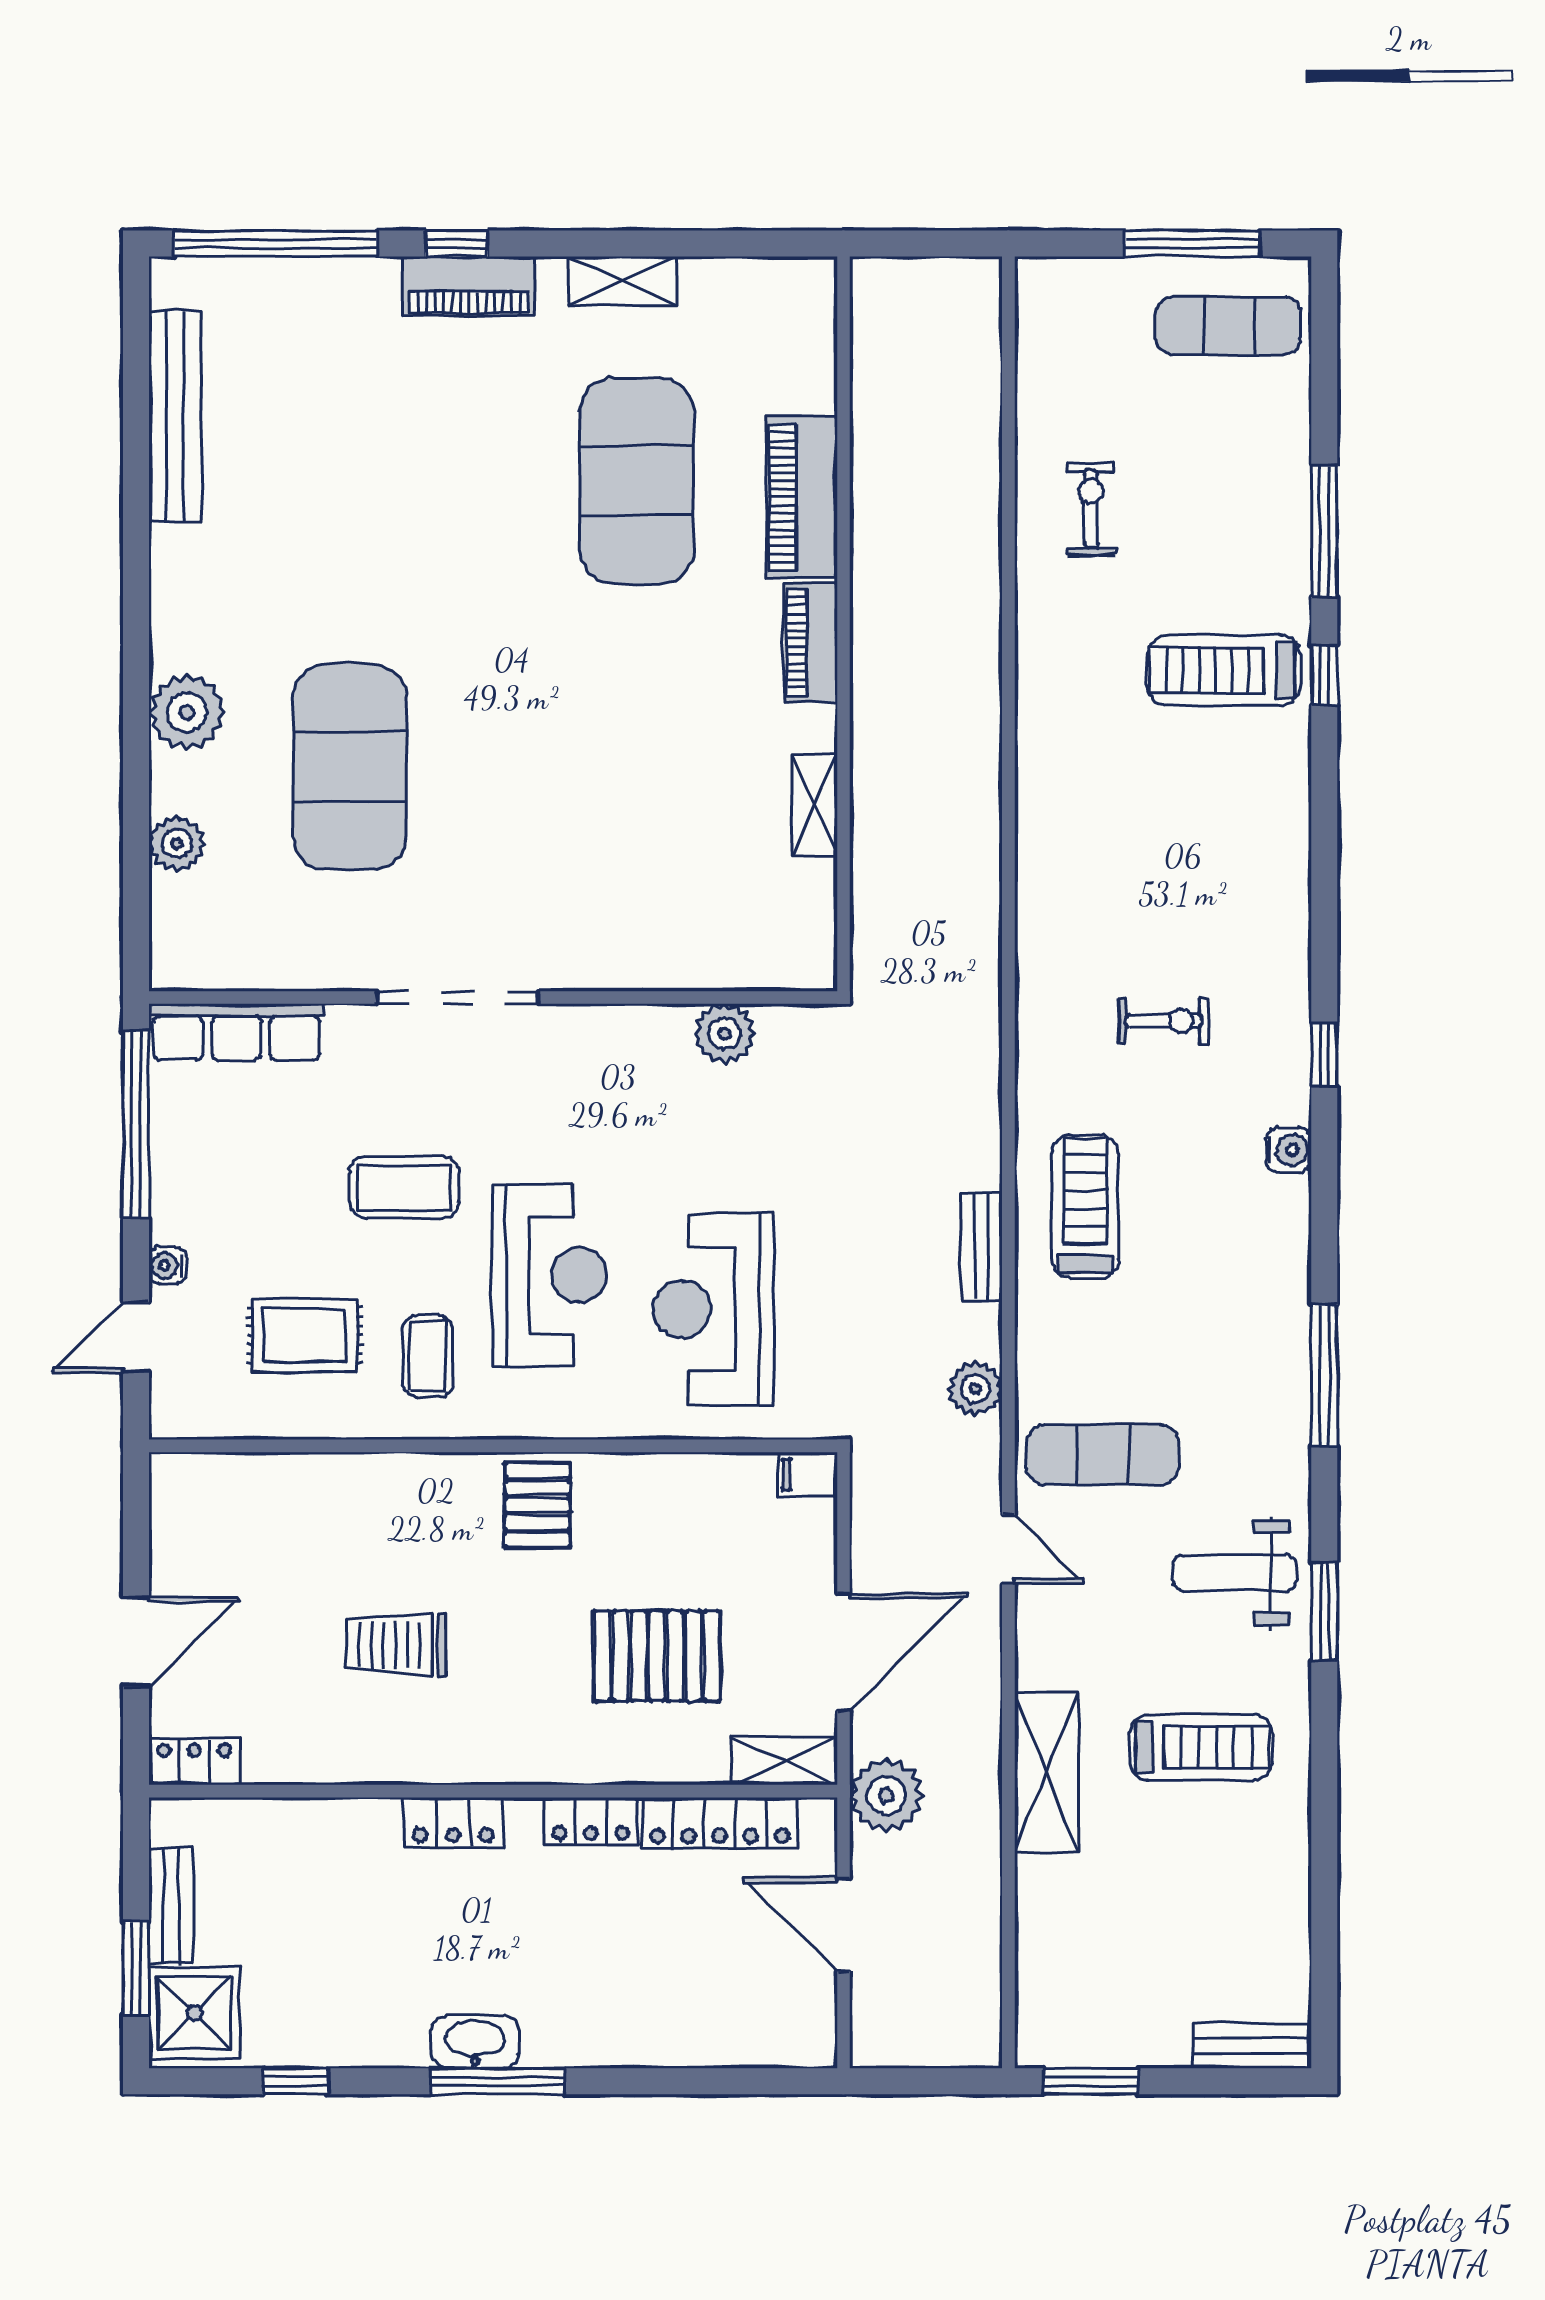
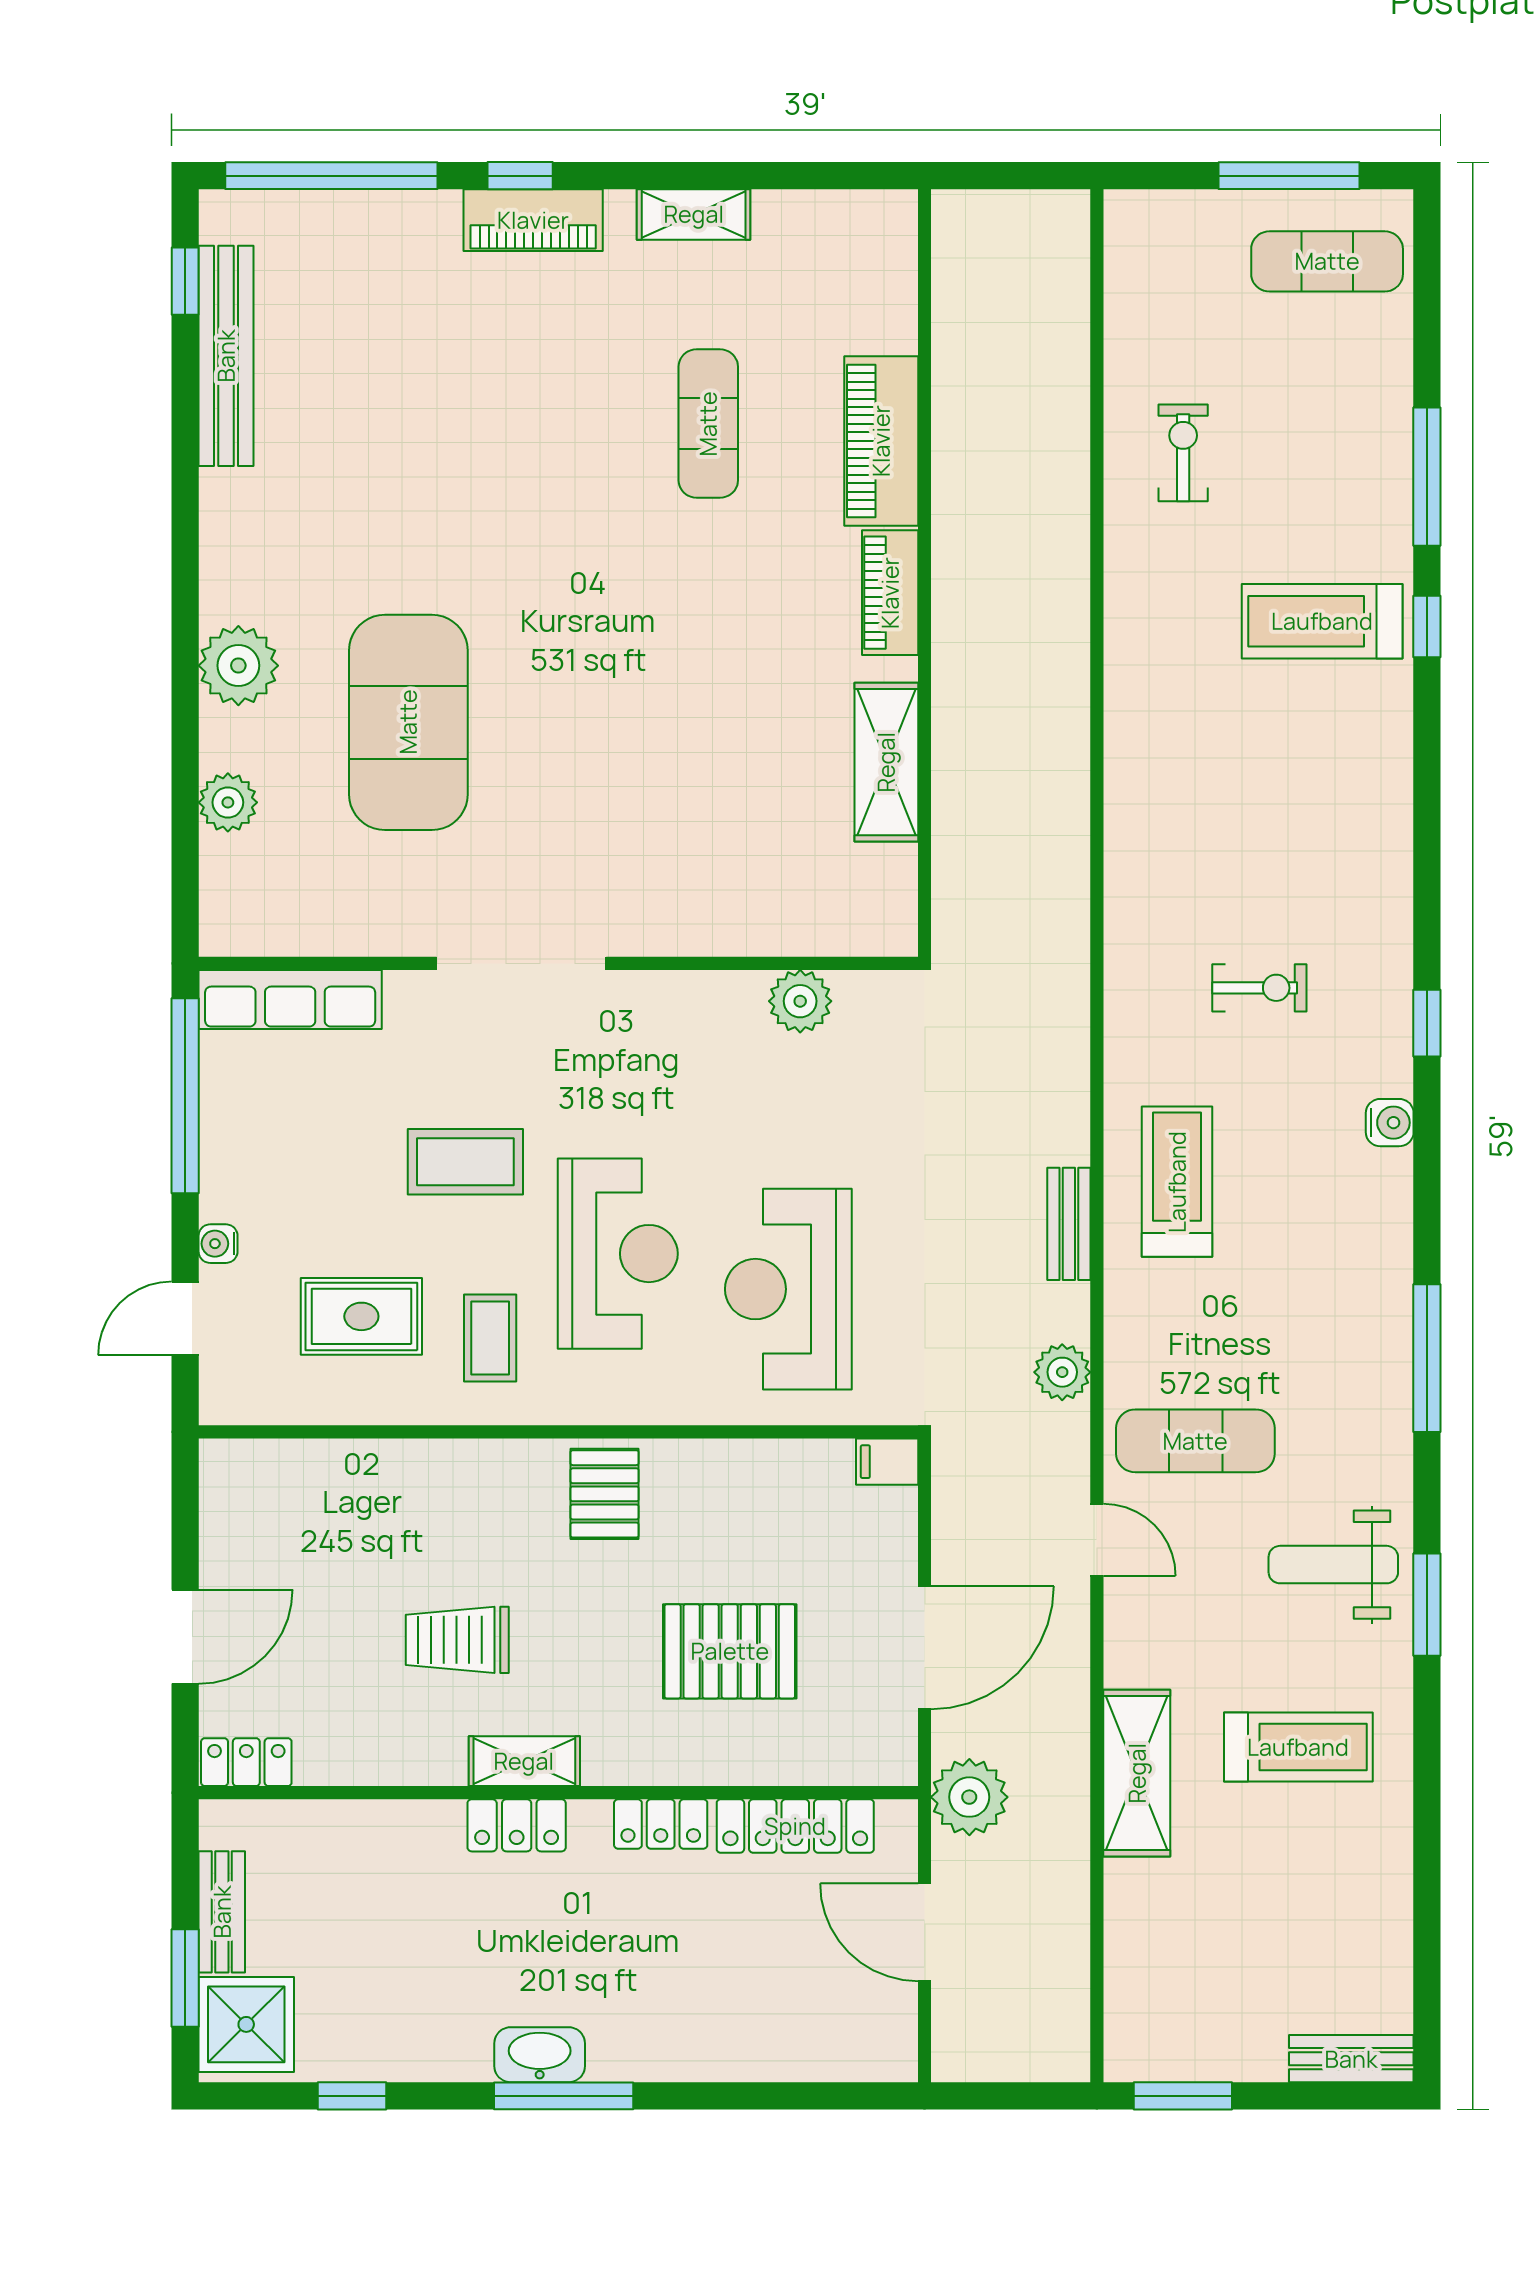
window: (136, 345) -> (185, 281), added
exercise mat: (637, 481) -> (708, 424), width x0.50, depth x0.69
shelving: (814, 805) -> (886, 762), width x1.50, depth x1.33
shelving: (784, 1761) -> (524, 1761), moved

